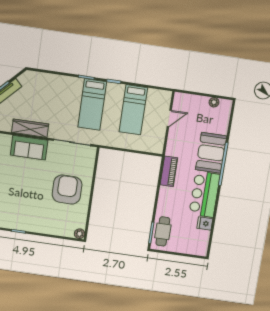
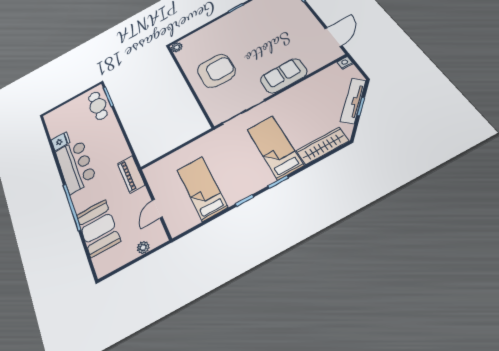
plant: (214, 102) -> (143, 248), moved
bed: (92, 105) -> (275, 147), moved
wardrobe: (30, 128) -> (322, 146), moved, turned 180
booth: (211, 153) -> (98, 228), moved
piano: (169, 171) -> (131, 174), moved
armchair: (67, 190) -> (216, 71), turned -90

